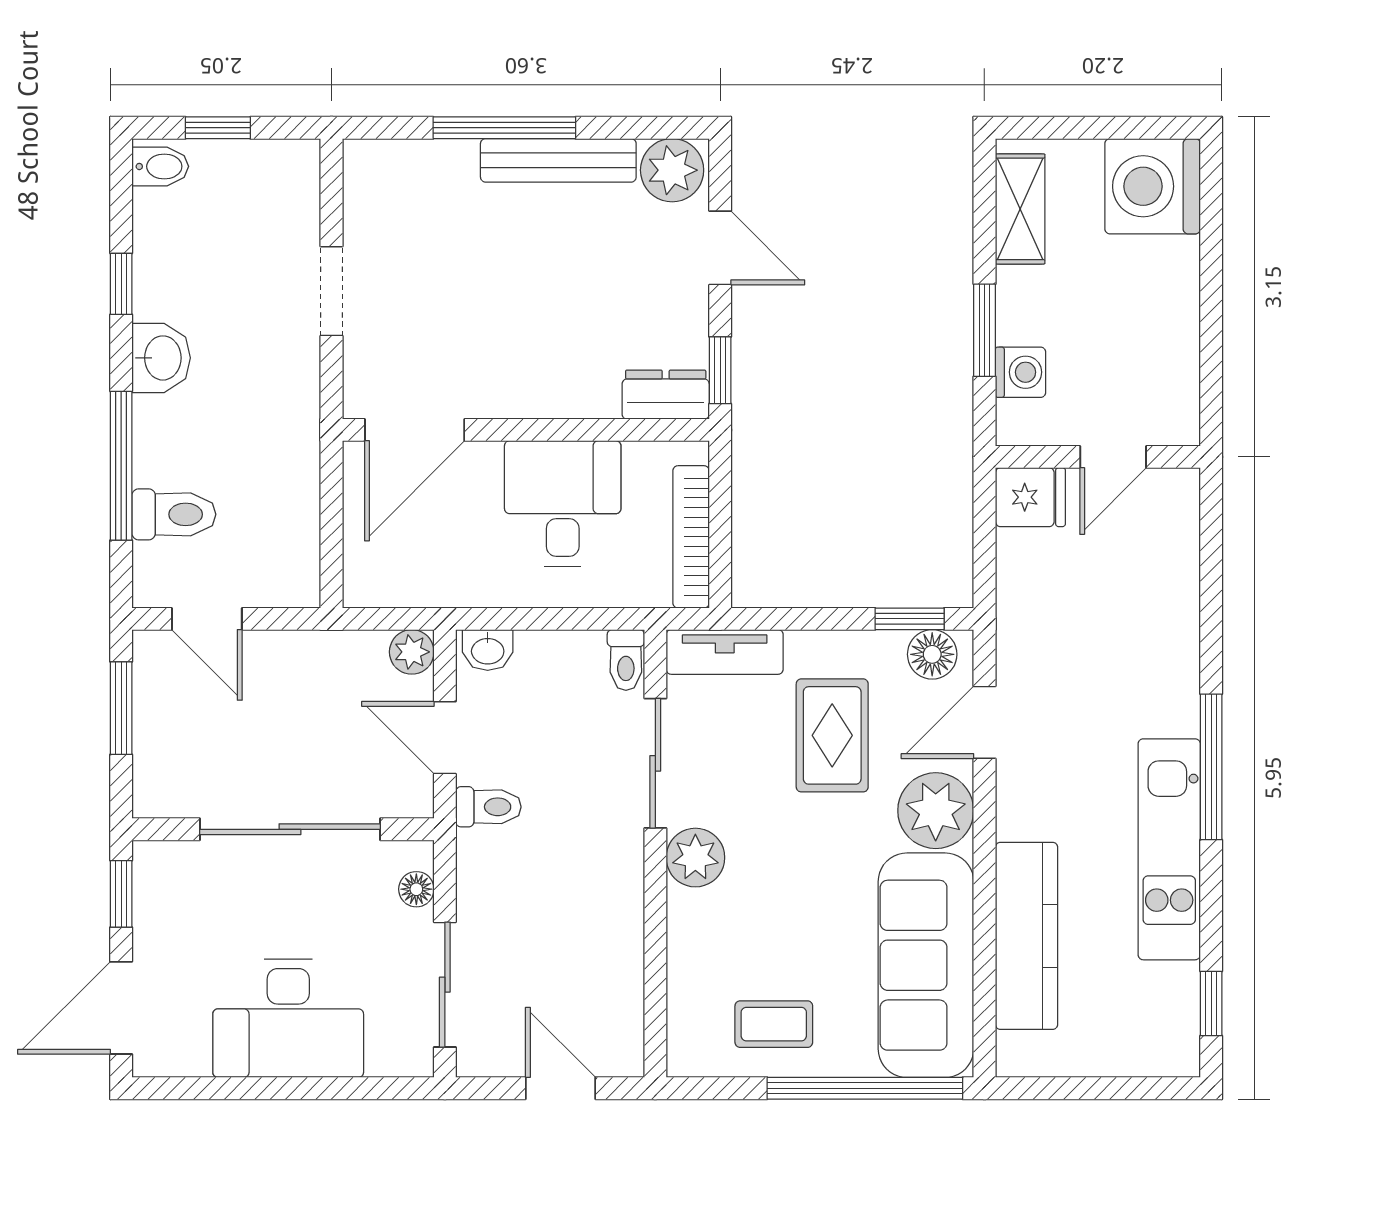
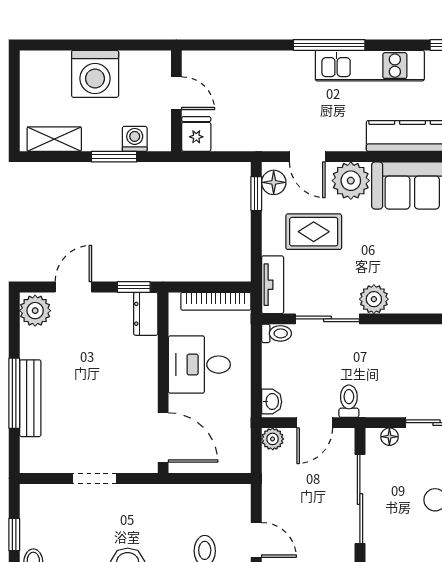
bench: (558, 160) -> (30, 398), moved
washing machine: (1153, 186) -> (95, 74), moved
door: (207, 619) -> (256, 540), hinge flipped

